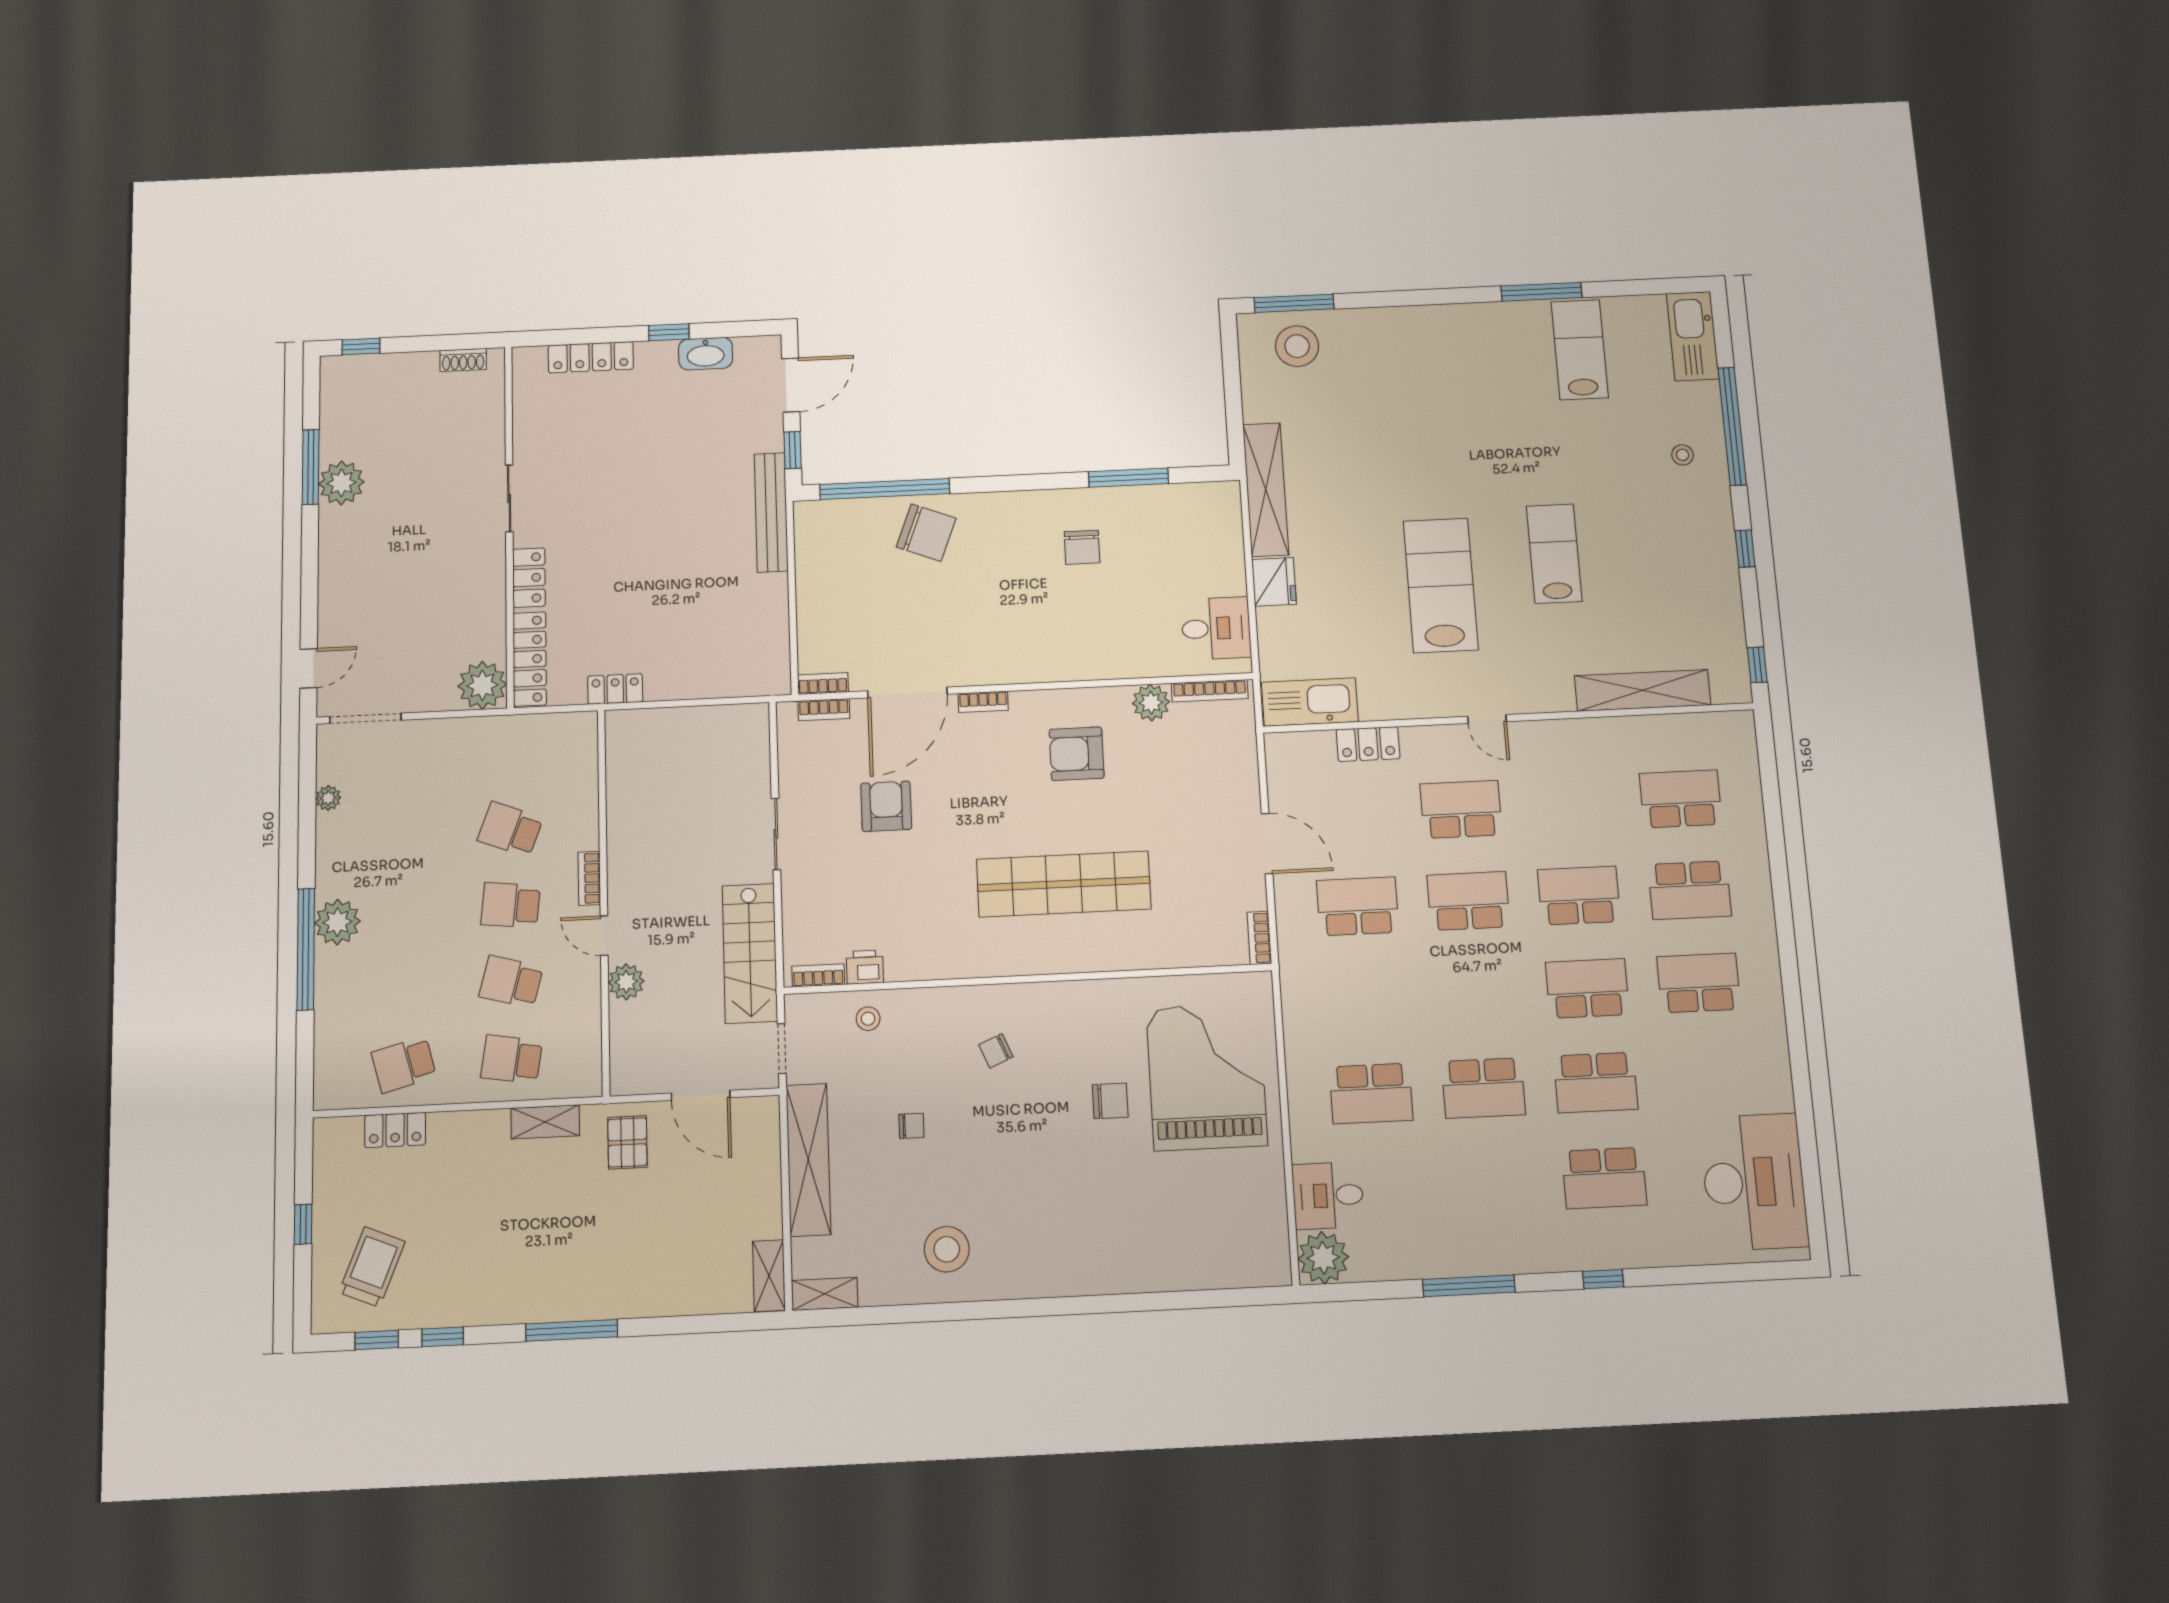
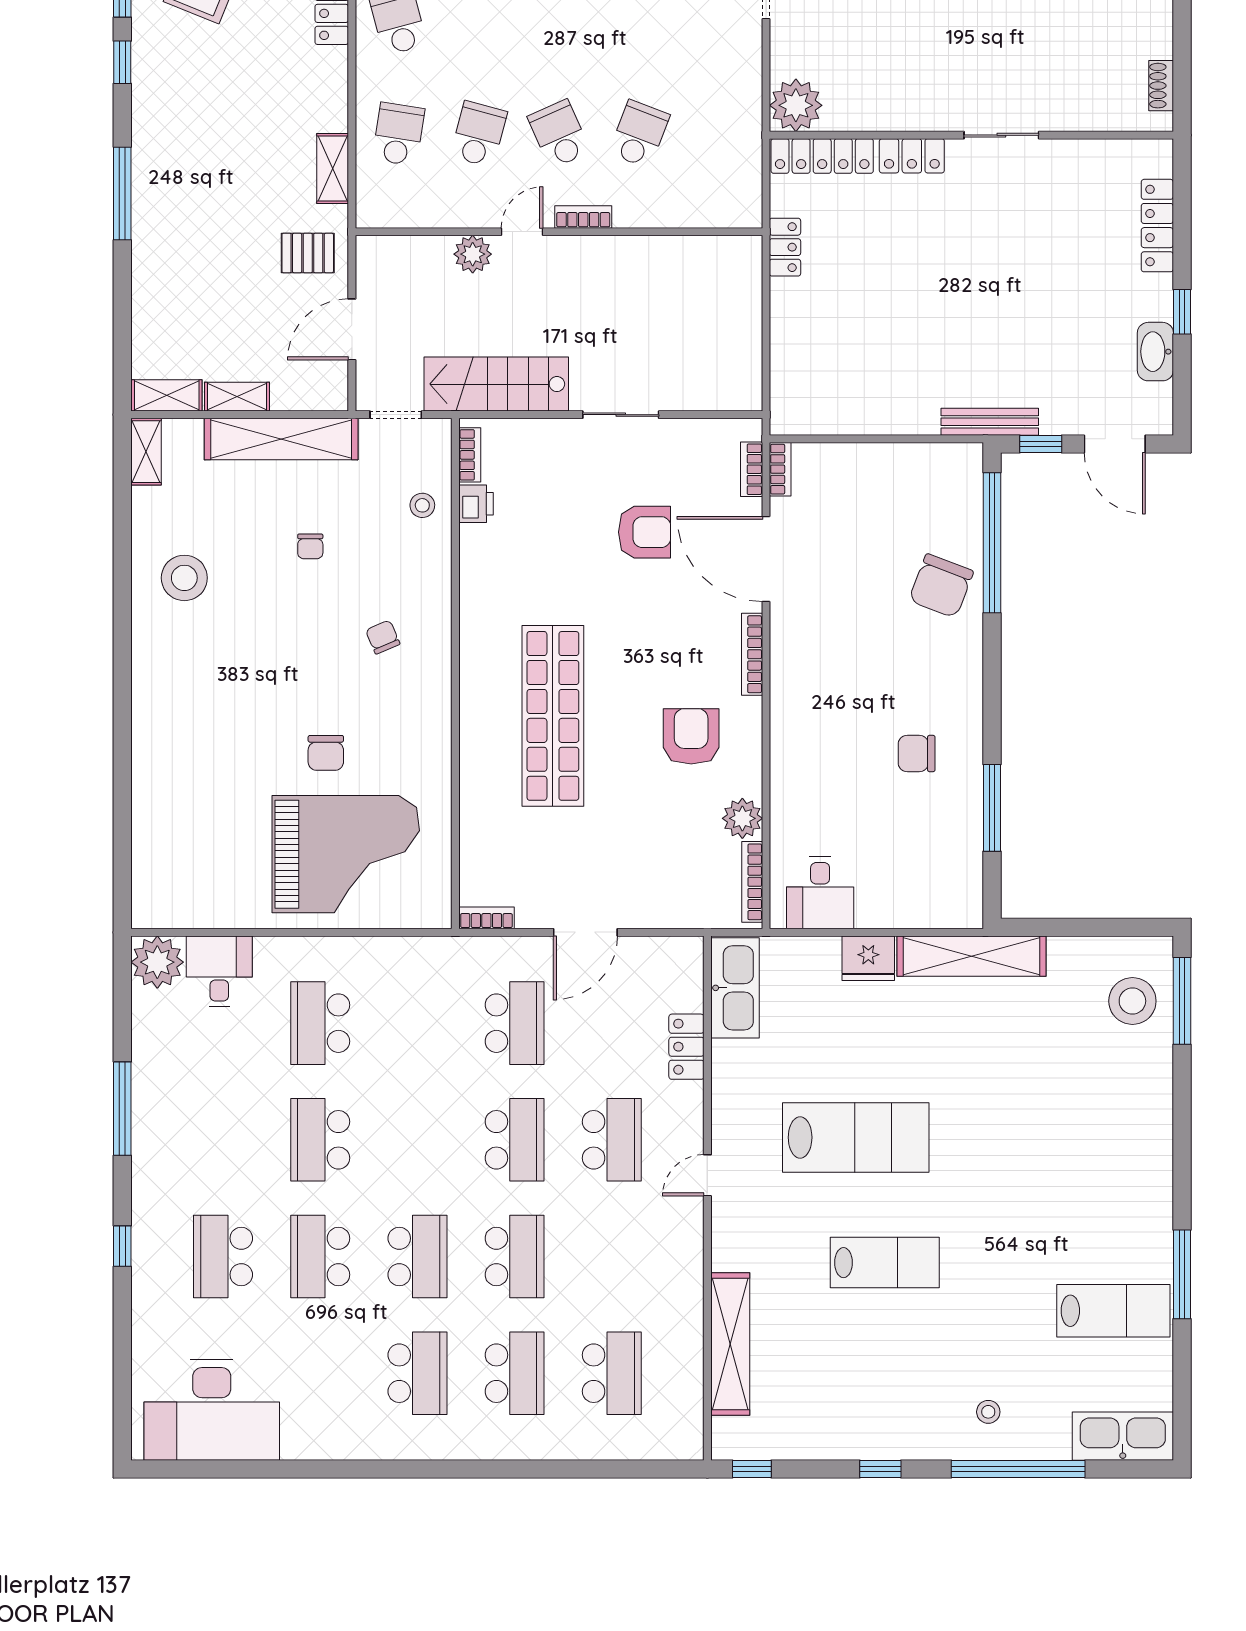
bench: (771, 512) -> (990, 422), width x0.73, depth x0.82
bookcase: (983, 702) -> (752, 654), width x1.56
school desk: (1690, 890) -> (515, 1373), turned 180
school desk: (511, 905) -> (559, 134), turned -30
shelving: (768, 1205) -> (237, 397), added

